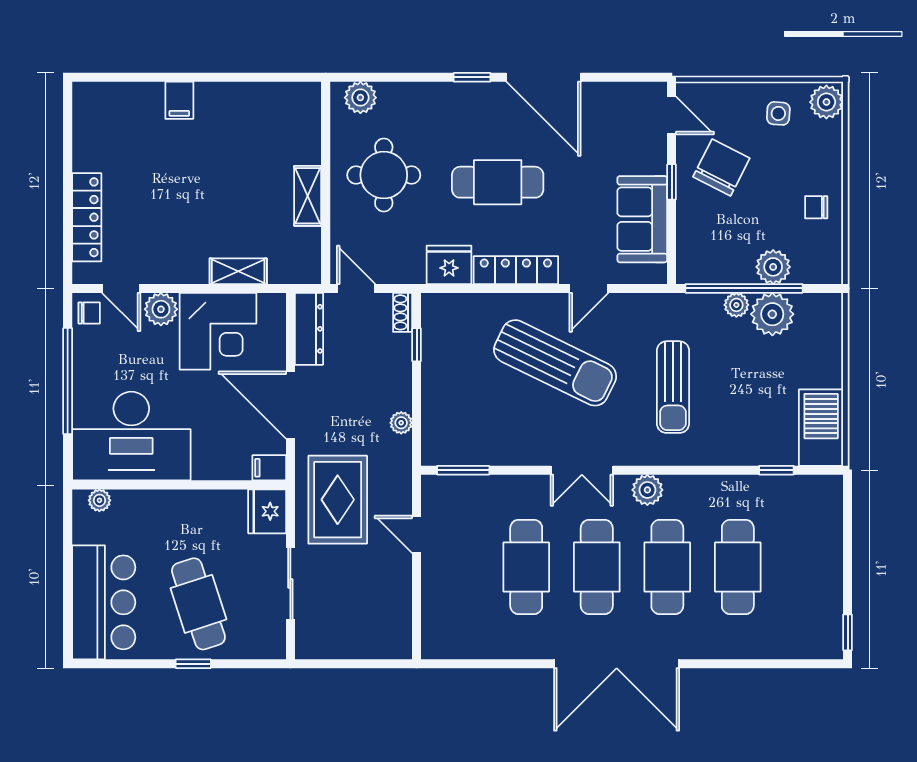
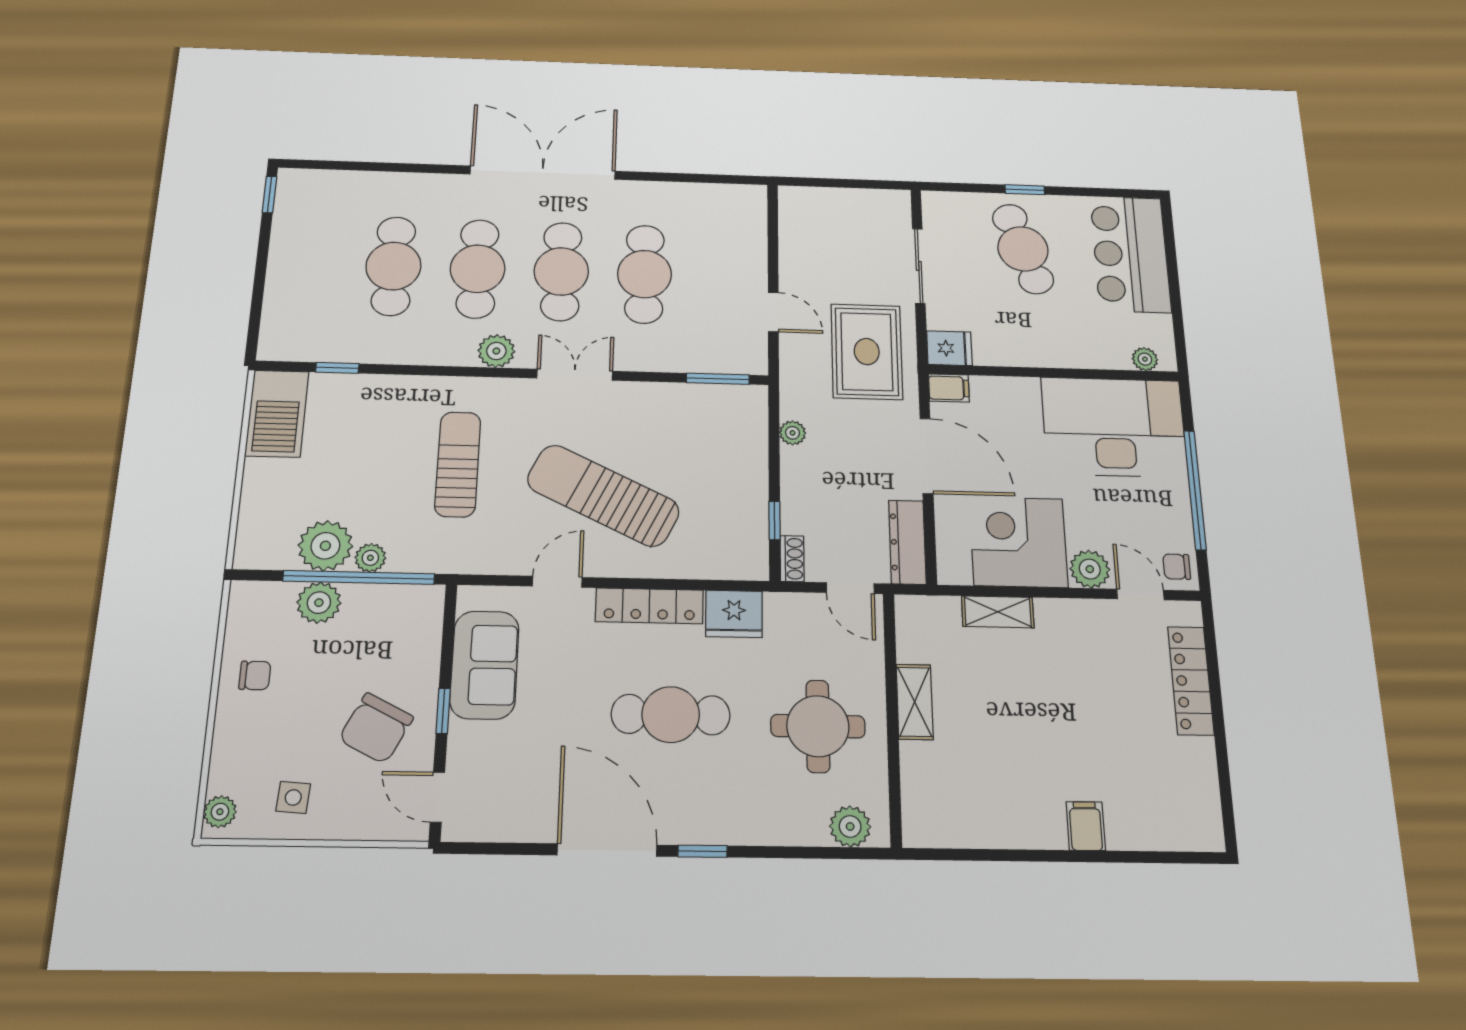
plant: (826, 102) -> (220, 812), width x0.73, depth x0.73
fridge: (267, 511) -> (949, 348), width x0.72

